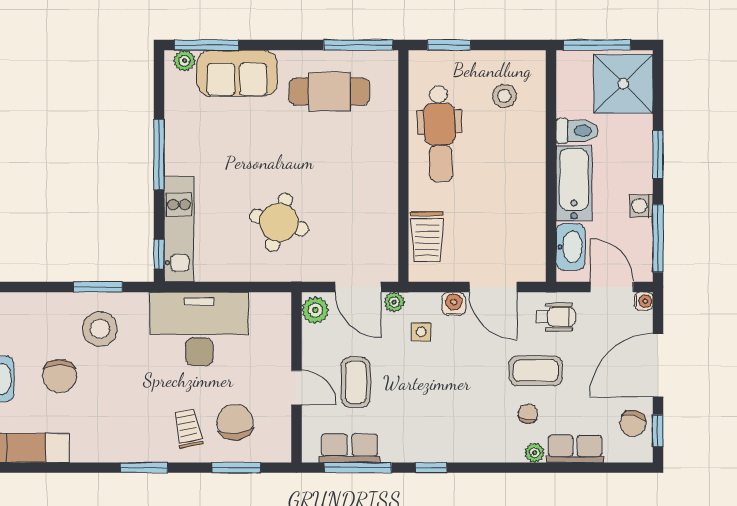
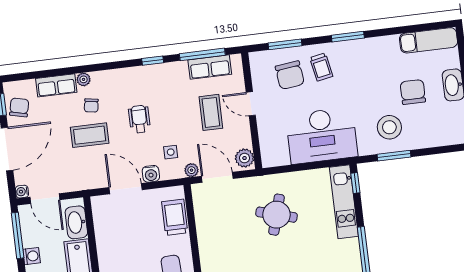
wheelchair: (556, 317) -> (139, 119), moved, turned 90

